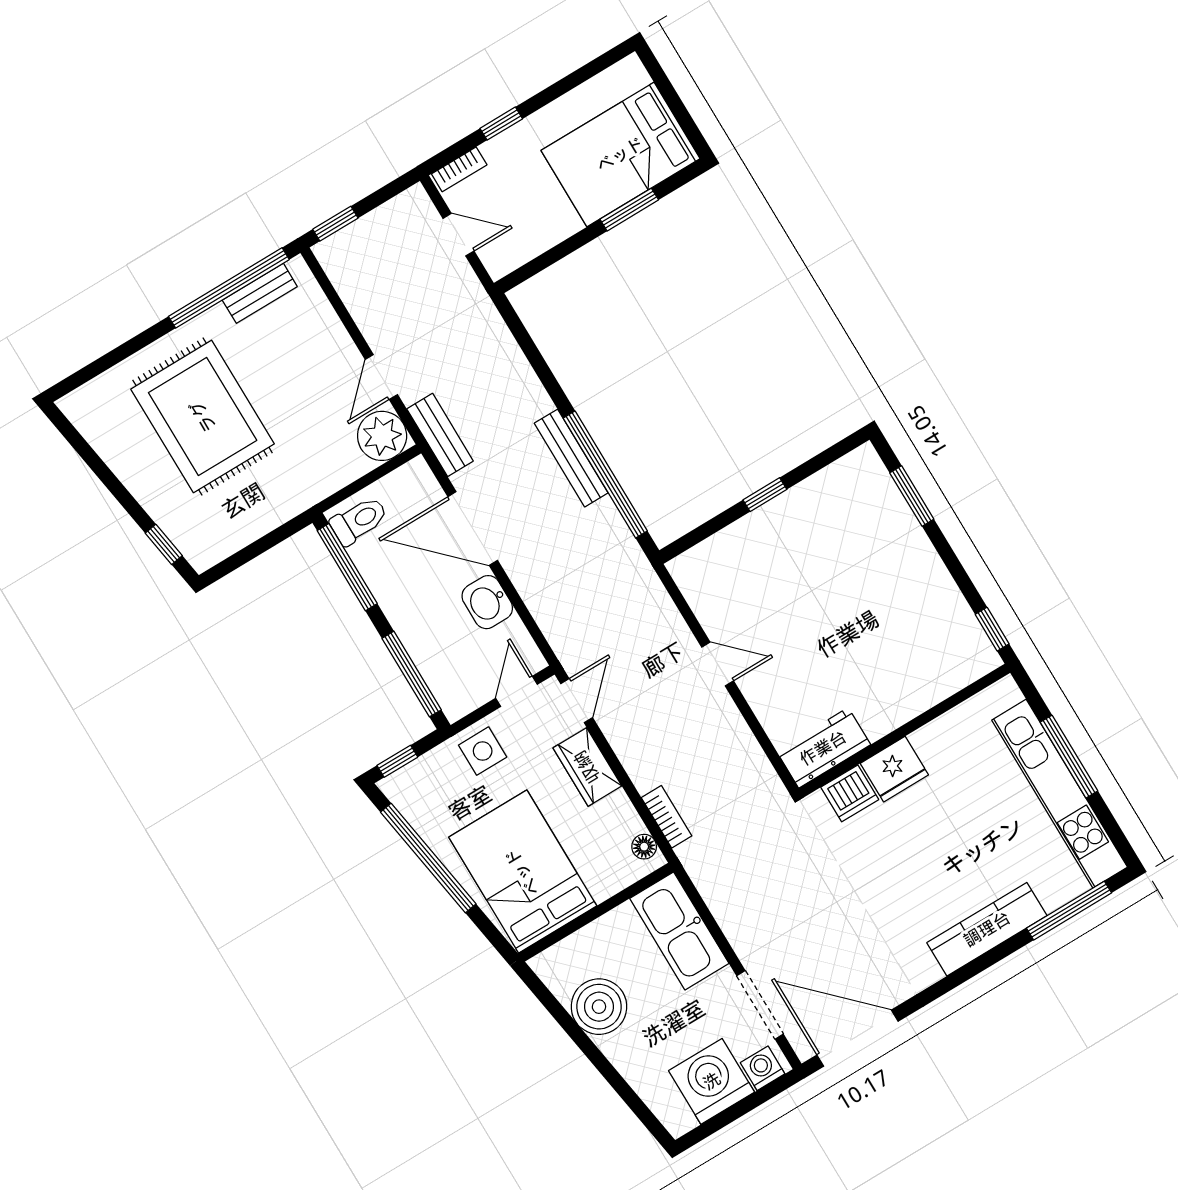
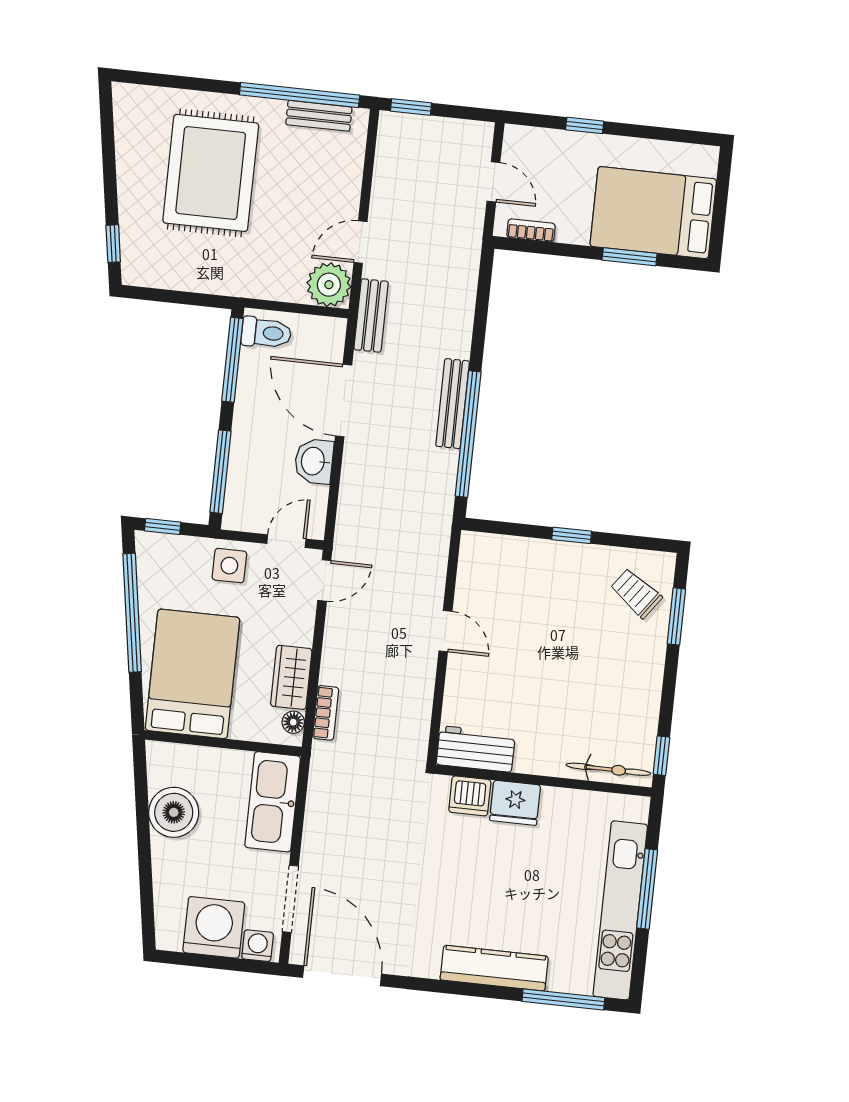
bookcase: (459, 169) -> (531, 230), moved, turned 180
trolley: (861, 502) -> (636, 593), added
bicycle: (954, 677) -> (608, 769), added
wardrobe: (587, 767) -> (291, 677), moved

